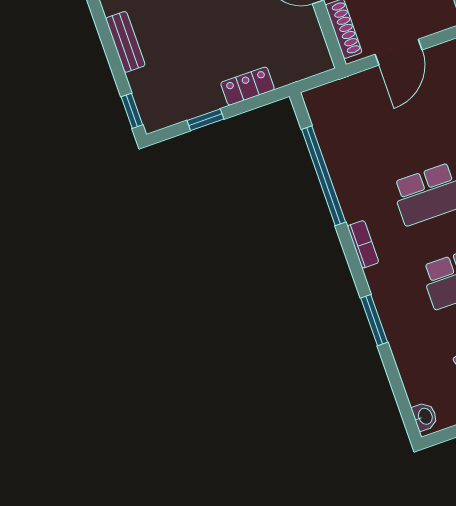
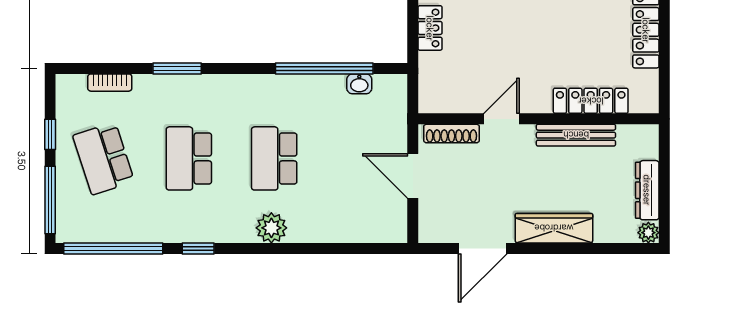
bookcase: (363, 244) -> (110, 83), moved
washbasin: (425, 417) -> (359, 84), moved

